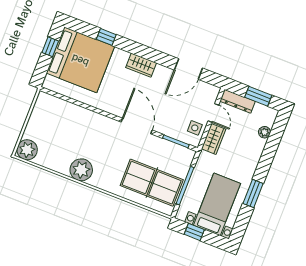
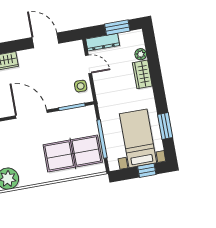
door: (188, 69) -> (45, 40), swing flipped
wardrobe: (214, 139) -> (142, 74), moved, turned 180
window: (253, 193) -> (165, 126), moved
window: (194, 232) -> (147, 170), moved

